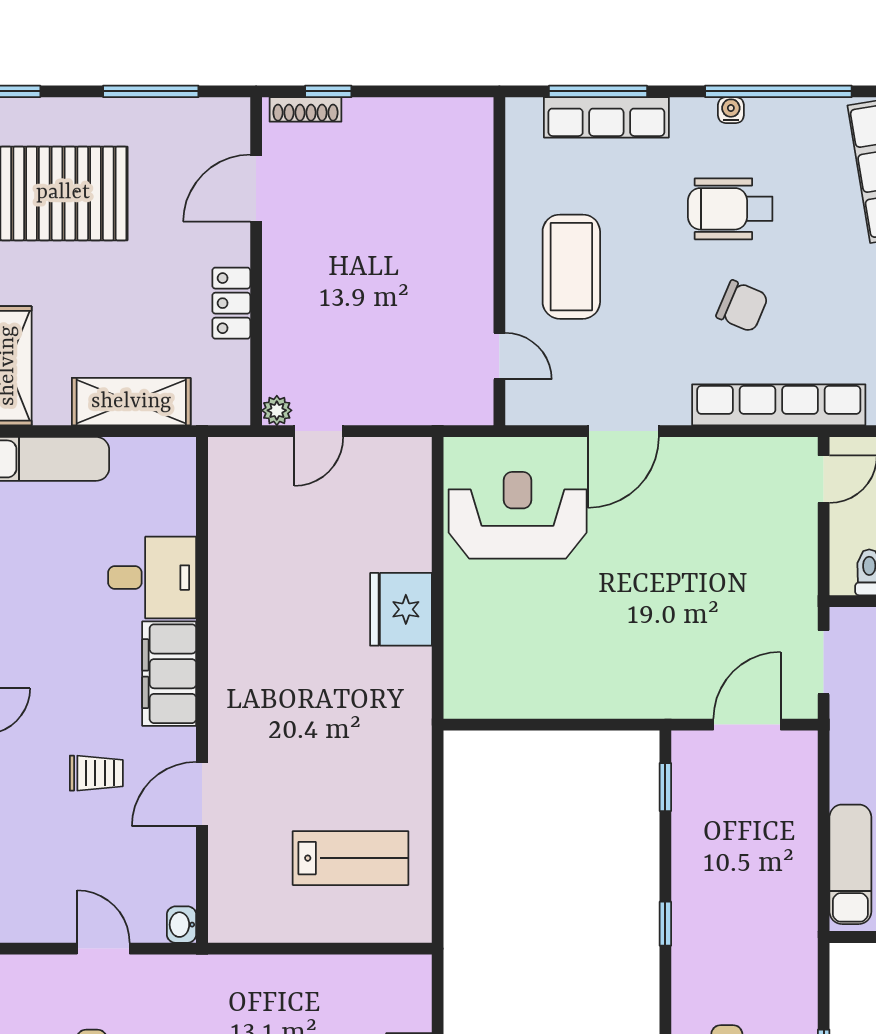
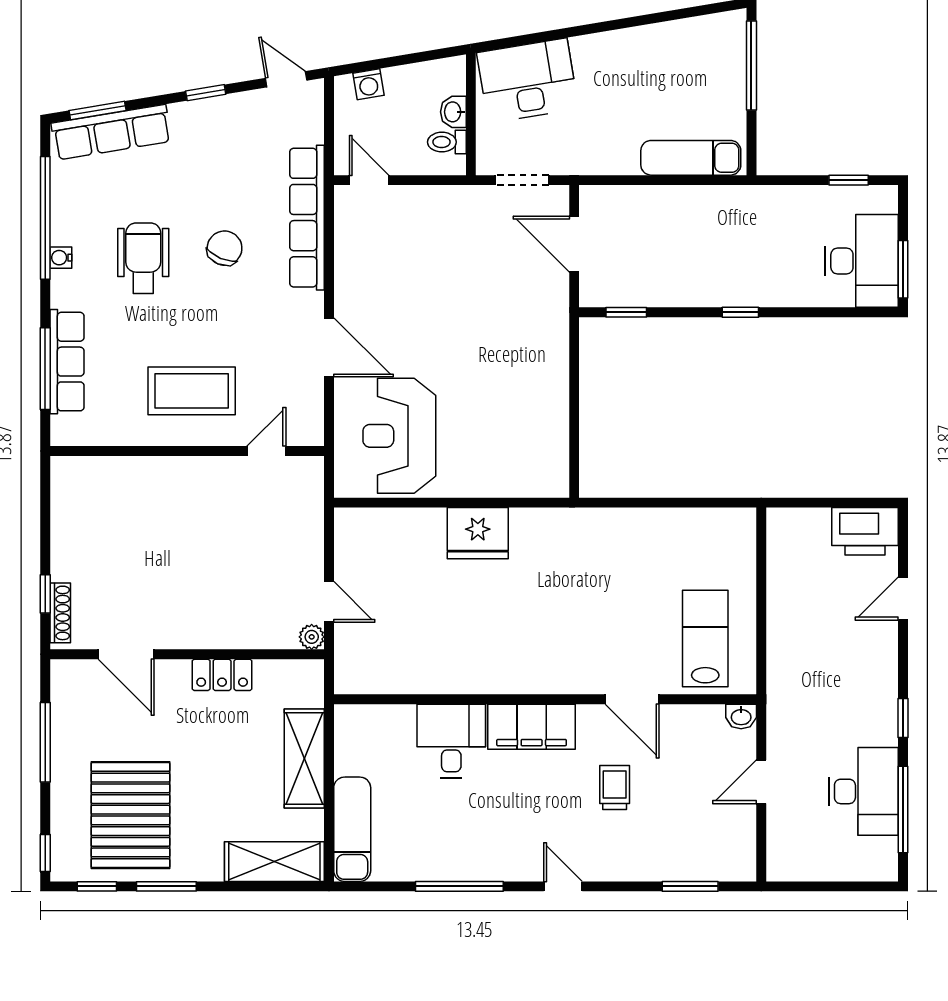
wheelchair: (730, 209) -> (143, 258), turned 180
lab bench: (350, 858) -> (705, 638), moved

